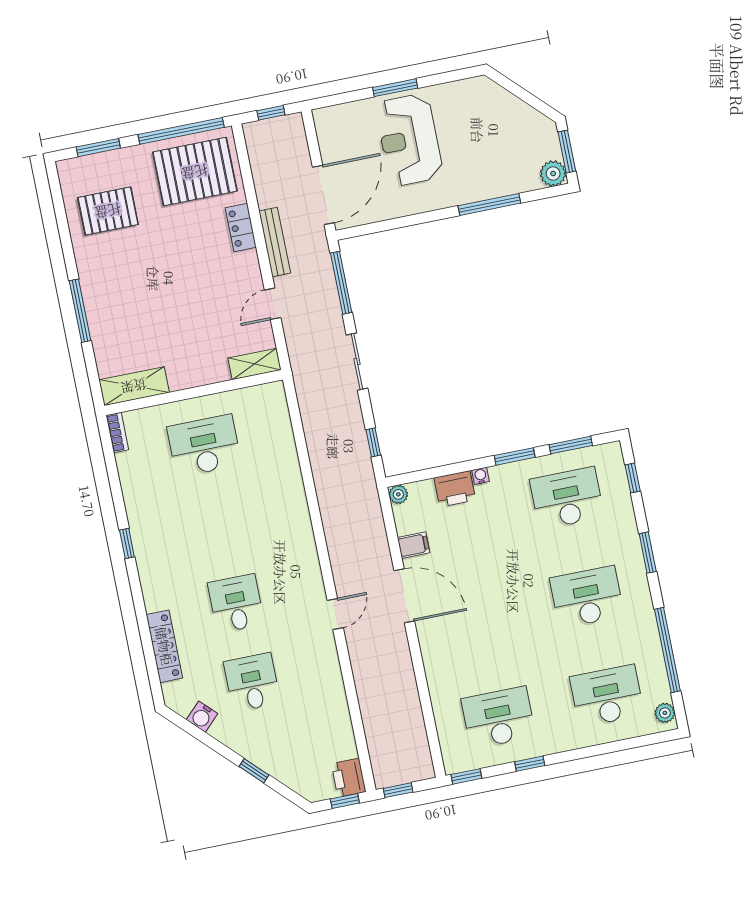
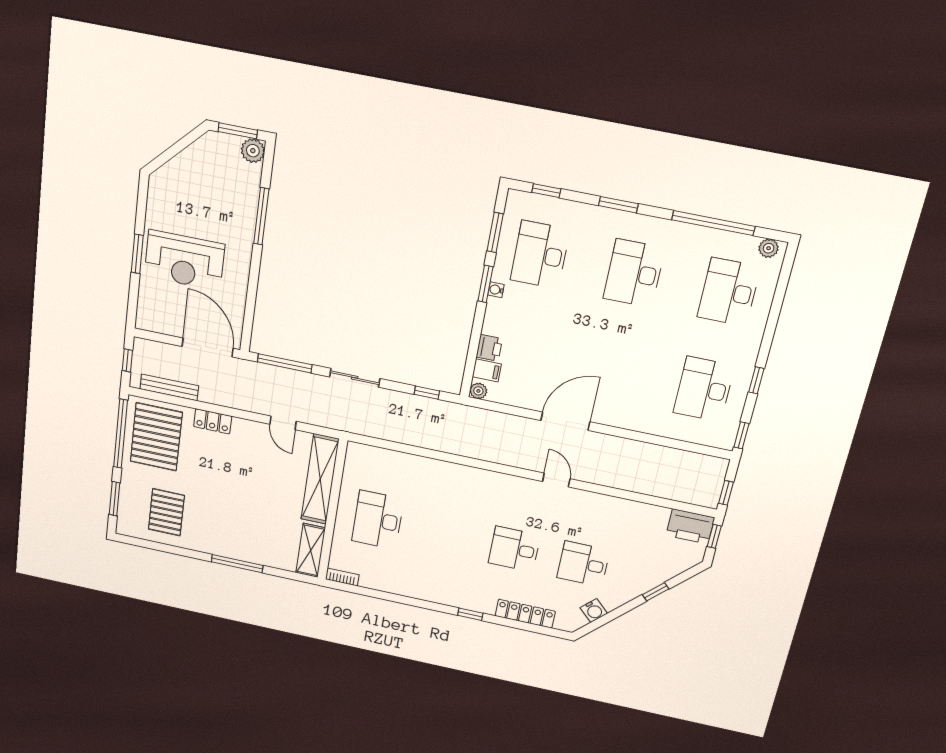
bench: (275, 242) -> (169, 387), moved
shelving: (255, 364) -> (320, 479), width x2.20, depth x1.33
water cooler: (481, 476) -> (496, 290), moved
printer: (455, 489) -> (489, 348), width x0.73, depth x0.81
window: (127, 543) -> (470, 614), moved
filing cabinet: (414, 545) -> (487, 370), moved, turned 90
printer: (349, 778) -> (690, 526), width x1.37, depth x1.19

